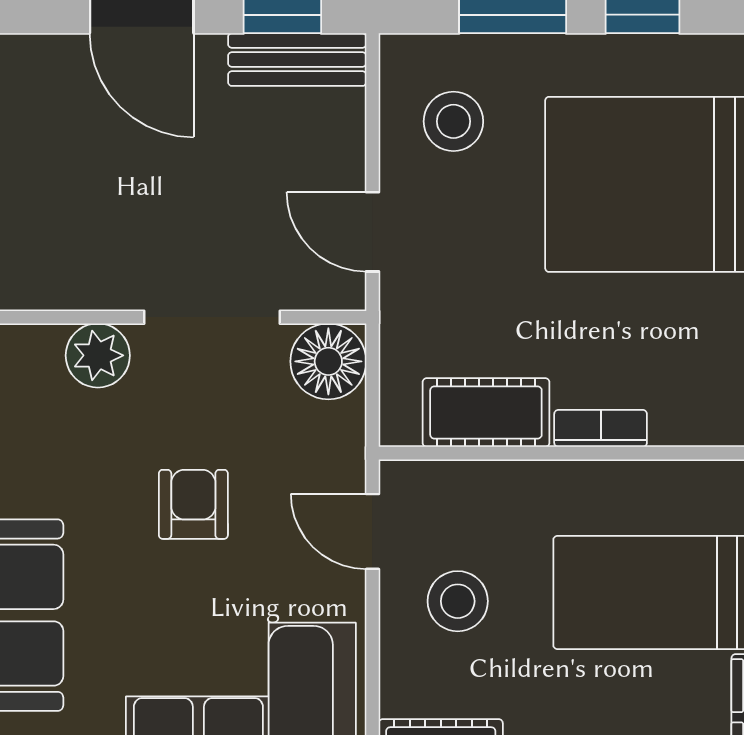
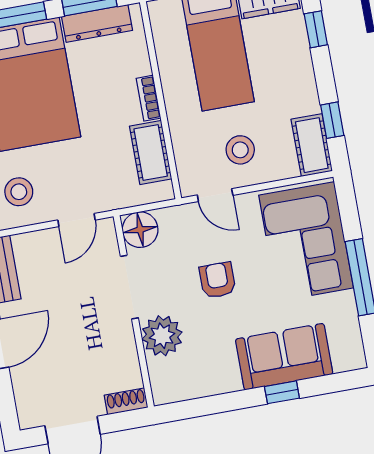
plant: (98, 355) -> (162, 336), width x1.36, depth x1.36
armchair: (193, 504) -> (217, 280), turned 90
door: (372, 531) -> (215, 195), hinge flipped

